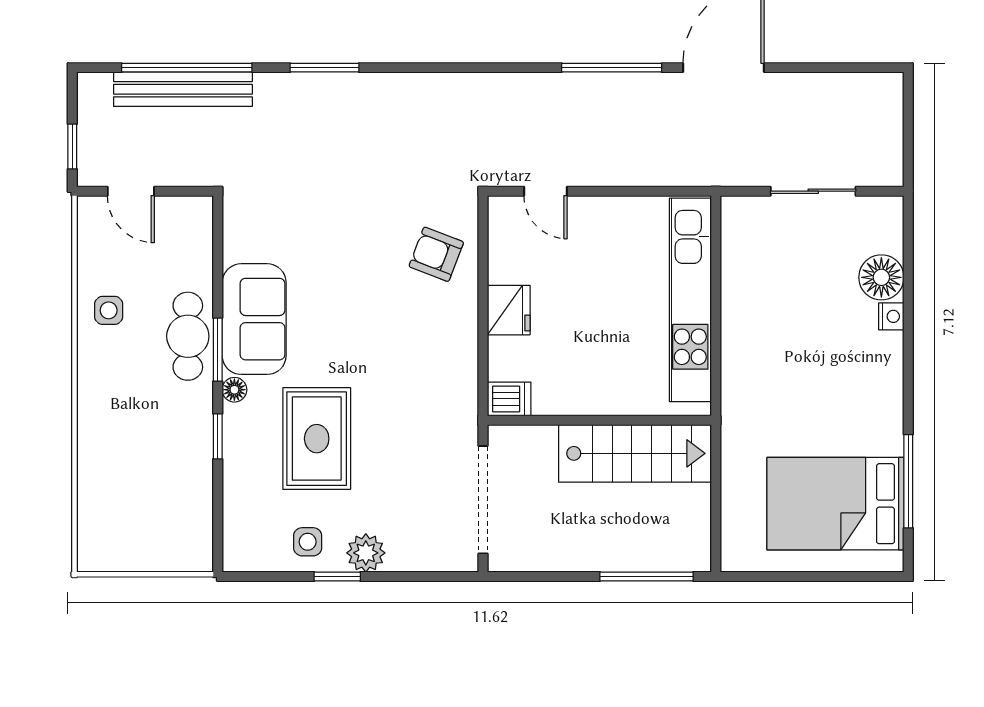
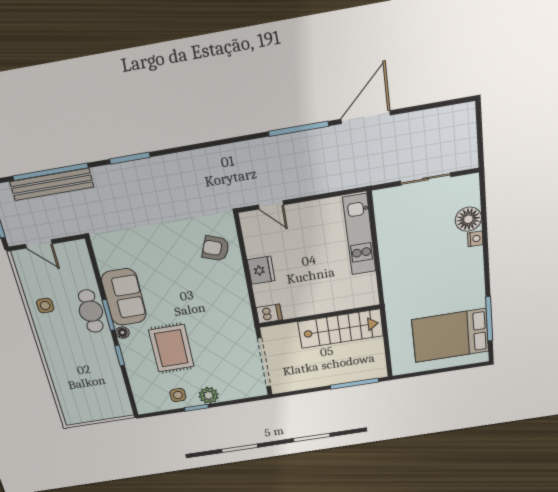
kitchen unit: (690, 300) -> (359, 235), width x0.73

